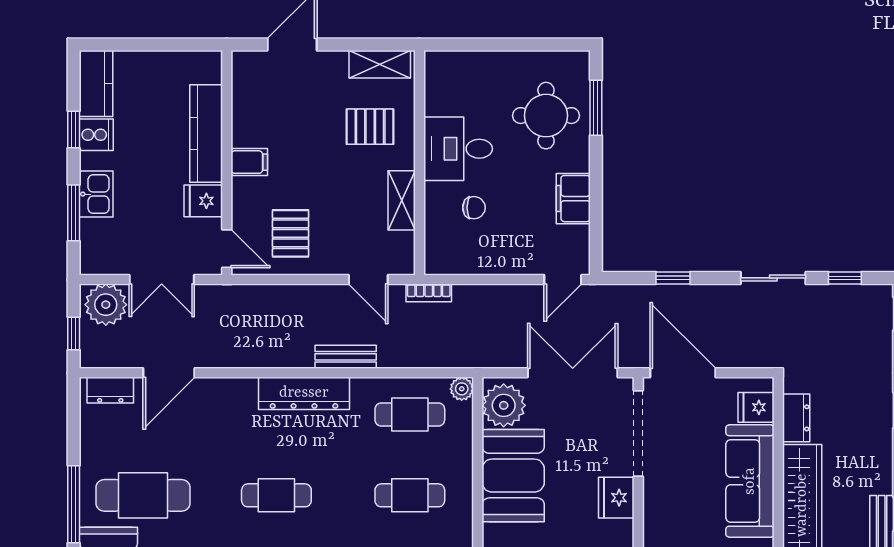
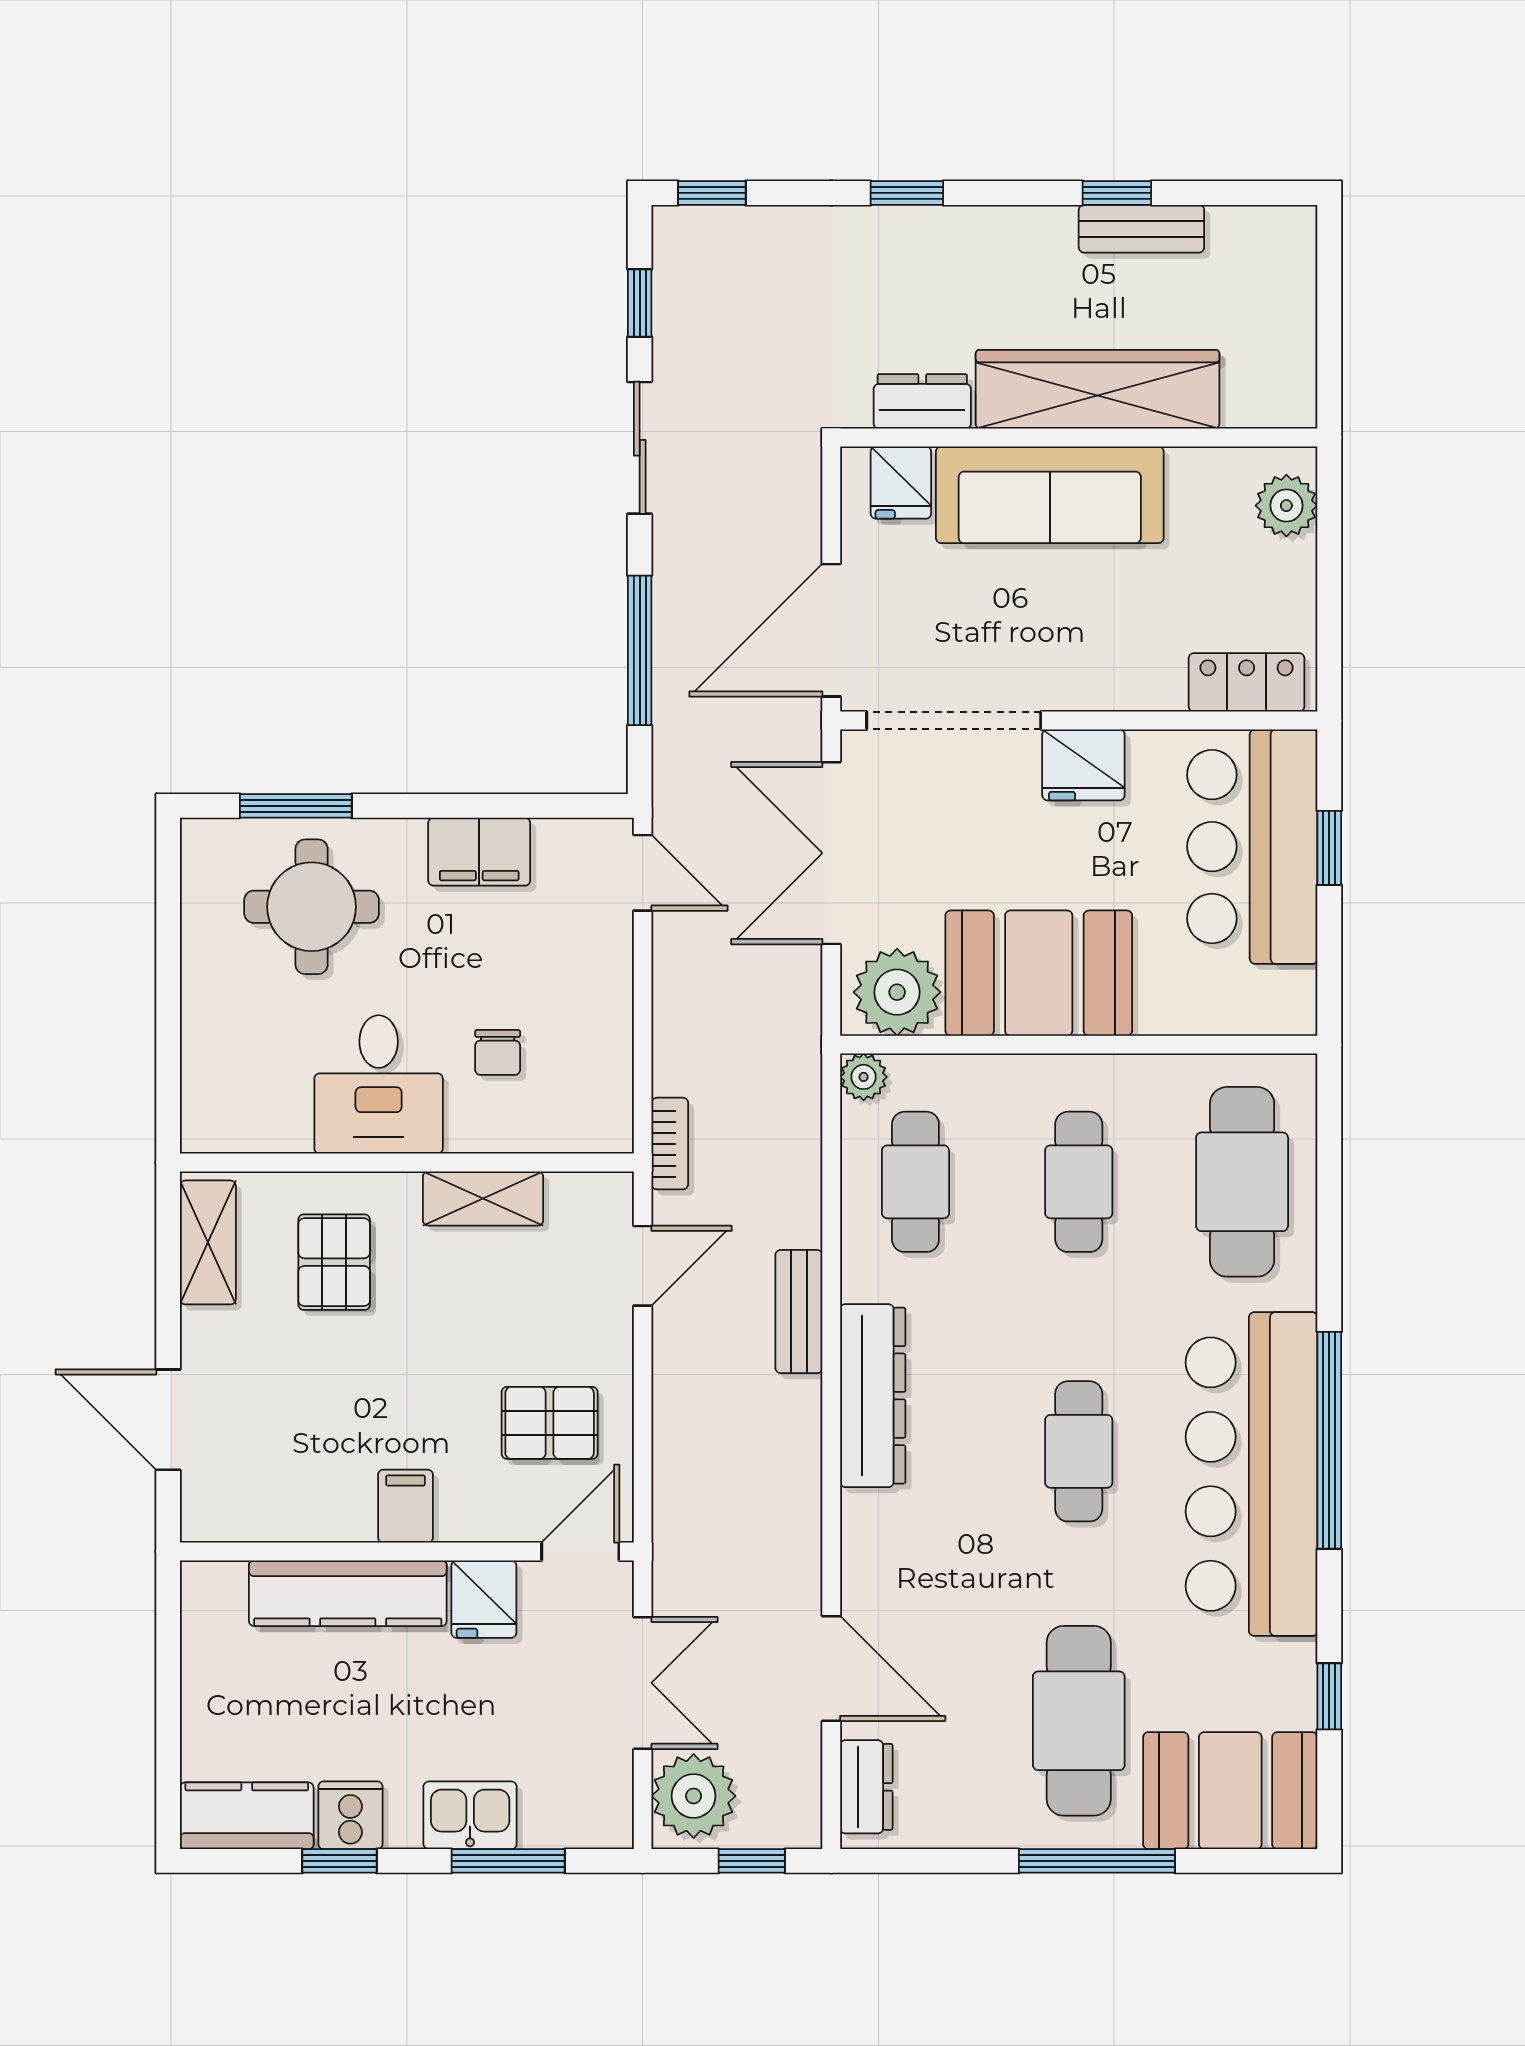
chair: (474, 208) -> (498, 1052), turned 180
window: (673, 278) -> (640, 650), width x2.17

